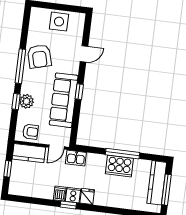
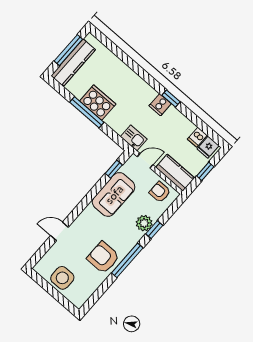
armchair: (39, 56) -> (103, 258), turned -75
window: (79, 92) -> (114, 169), moved
sofa: (64, 100) -> (114, 194), width x0.73
dishwasher: (60, 194) -> (197, 137), moved
fridge: (87, 196) -> (208, 147), moved

